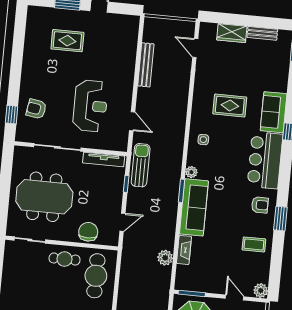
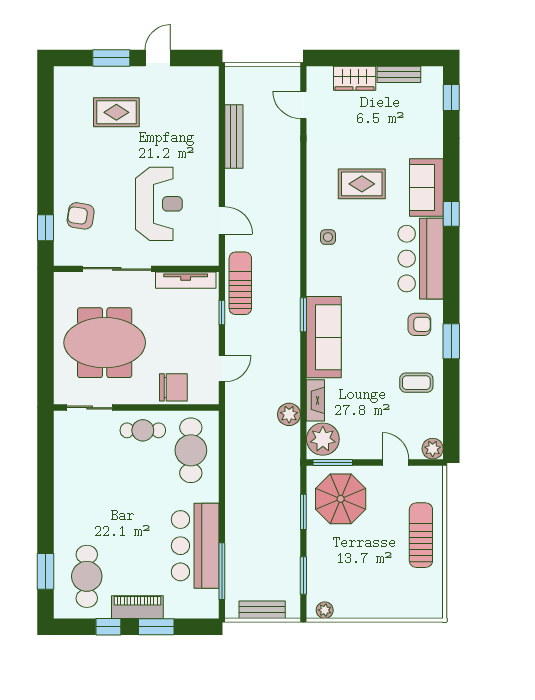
plant: (191, 172) -> (323, 439), moved, width x1.88, depth x1.88
chair: (88, 232) -> (173, 387), turned 90

